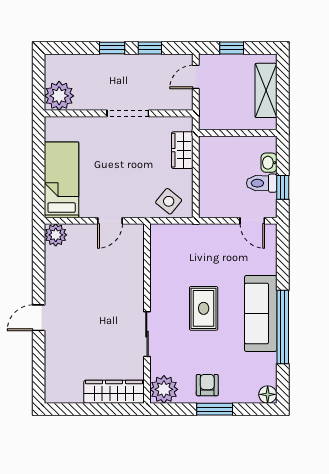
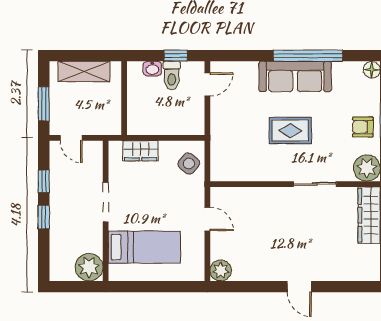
window: (232, 48) -> (44, 104), width x1.50
bed: (62, 180) -> (144, 247), moved, turned 180

